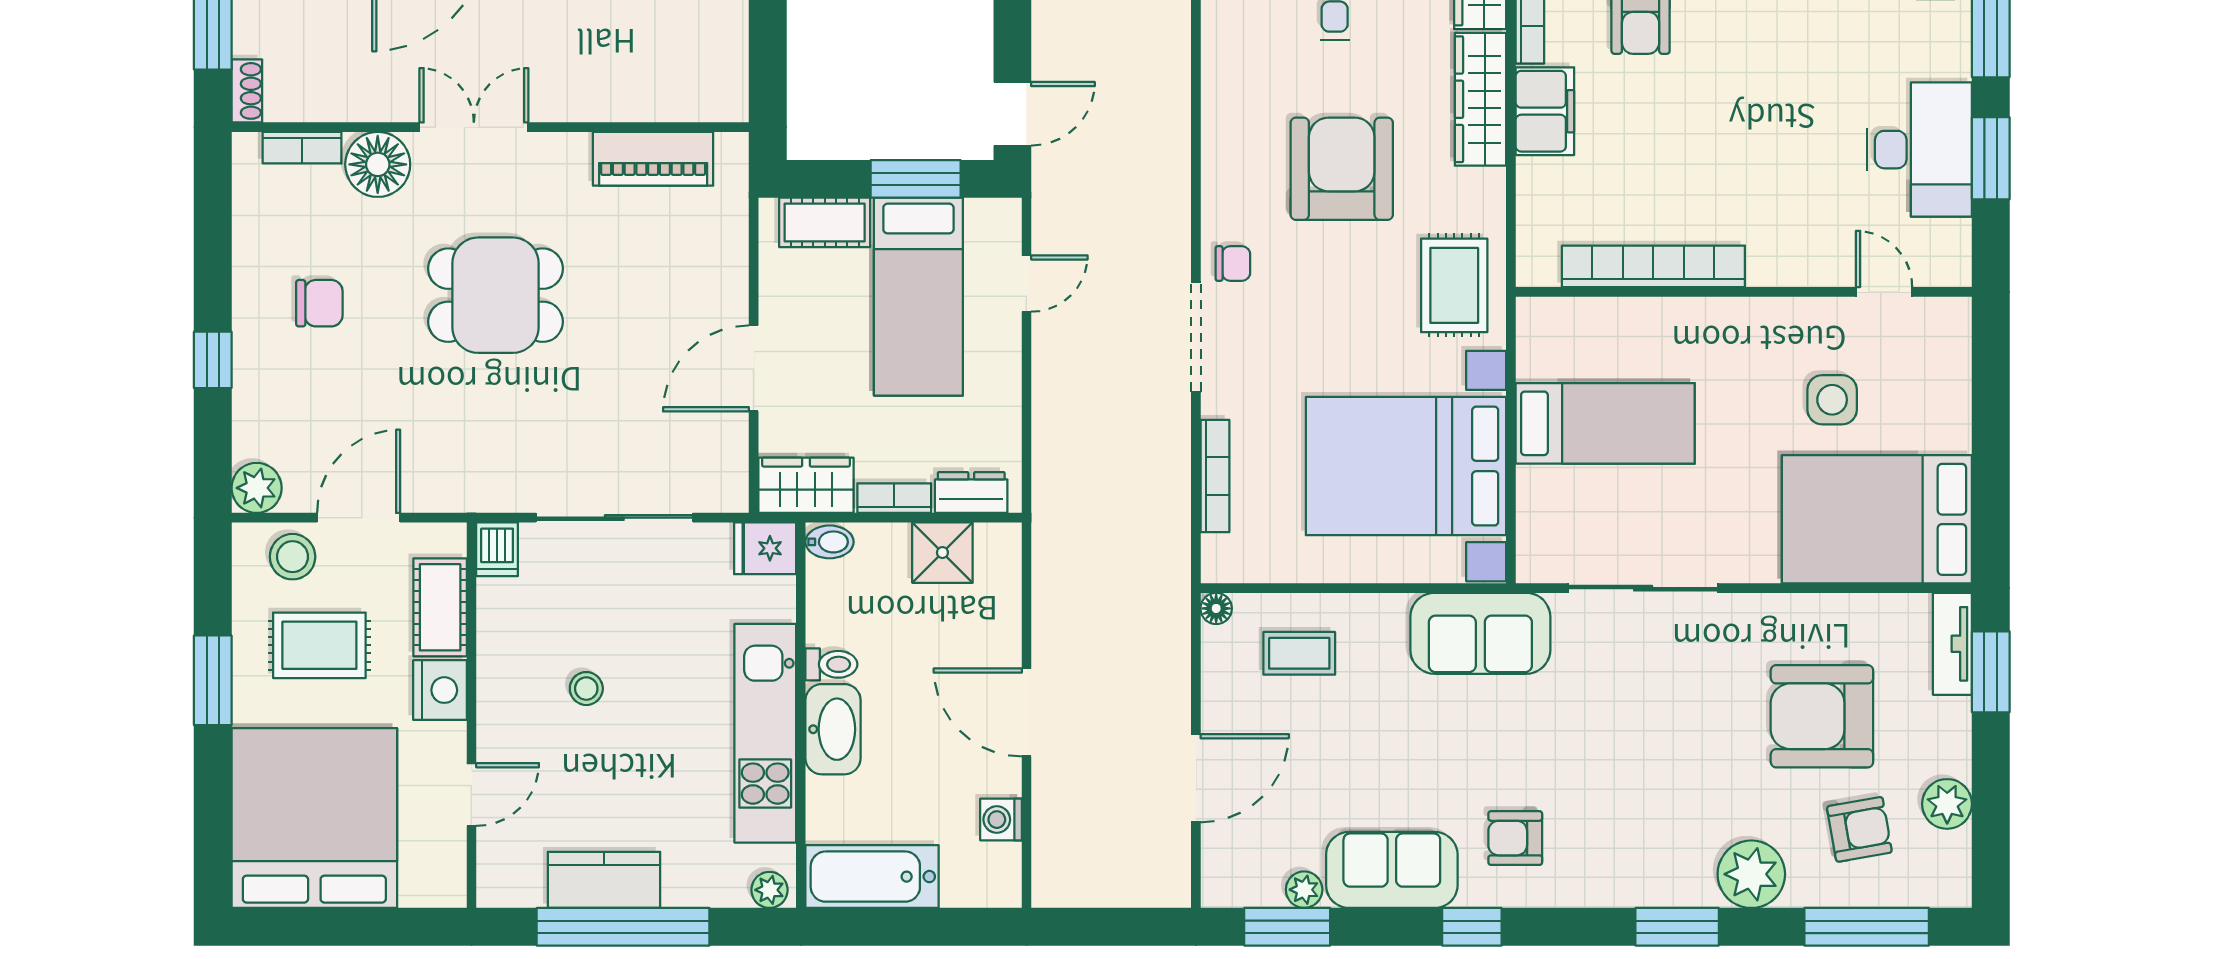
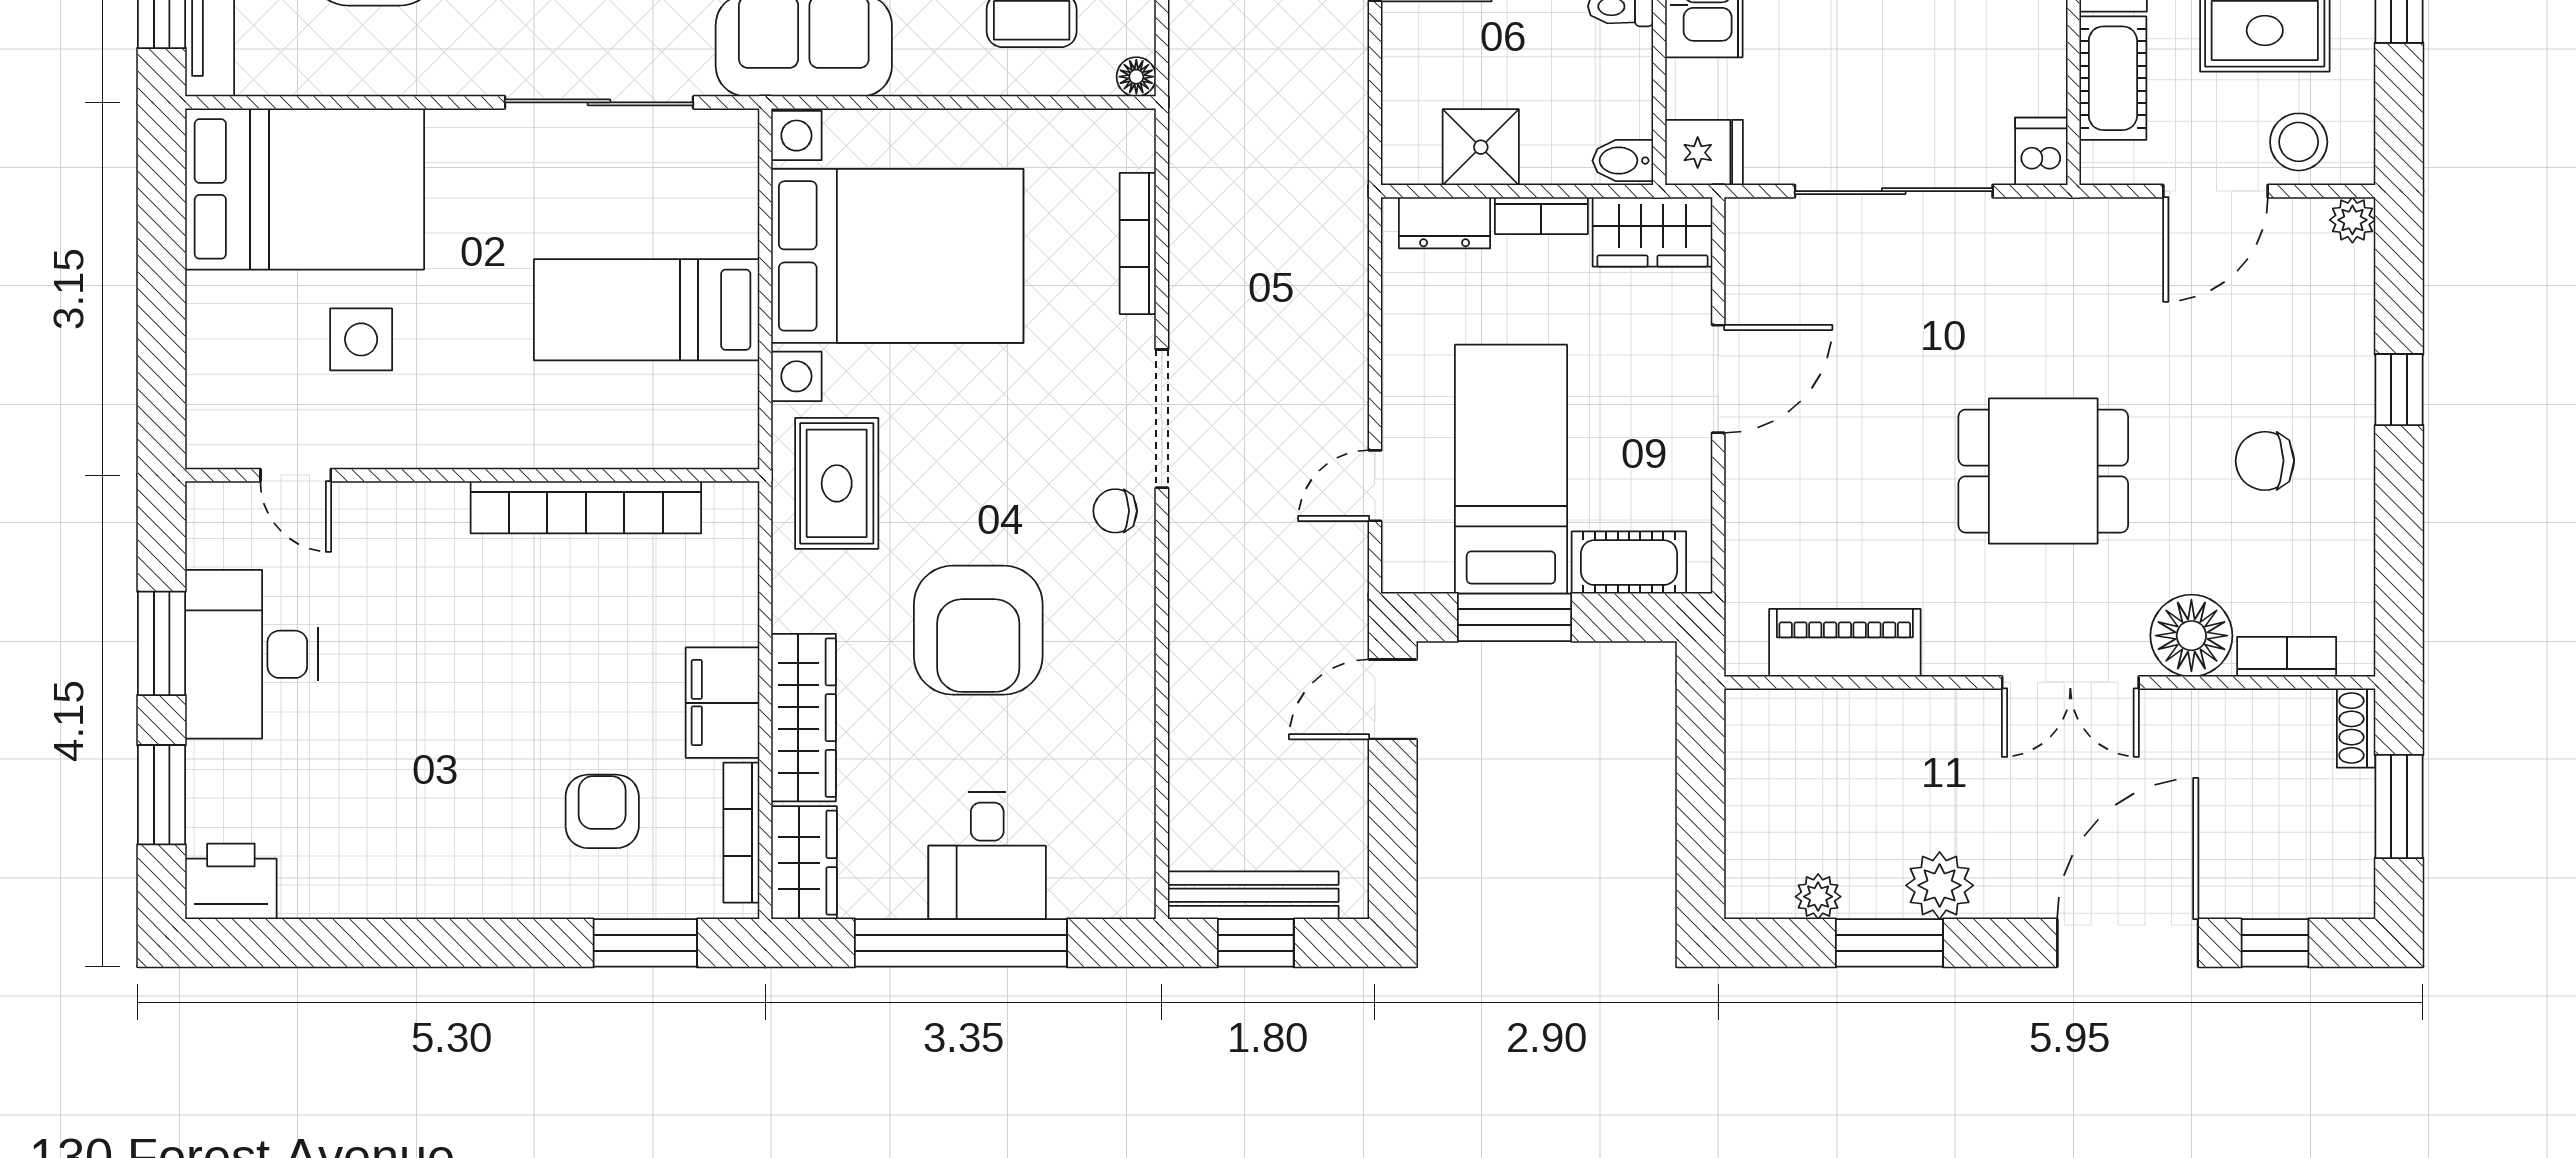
plant: (257, 488) -> (2352, 220), width x0.73, depth x0.73

